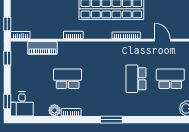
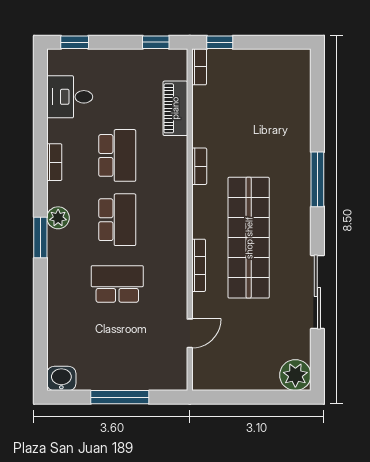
school desk: (170, 79) -> (117, 220), moved
desk: (22, 104) -> (70, 97), moved
plant: (54, 110) -> (58, 218), moved

